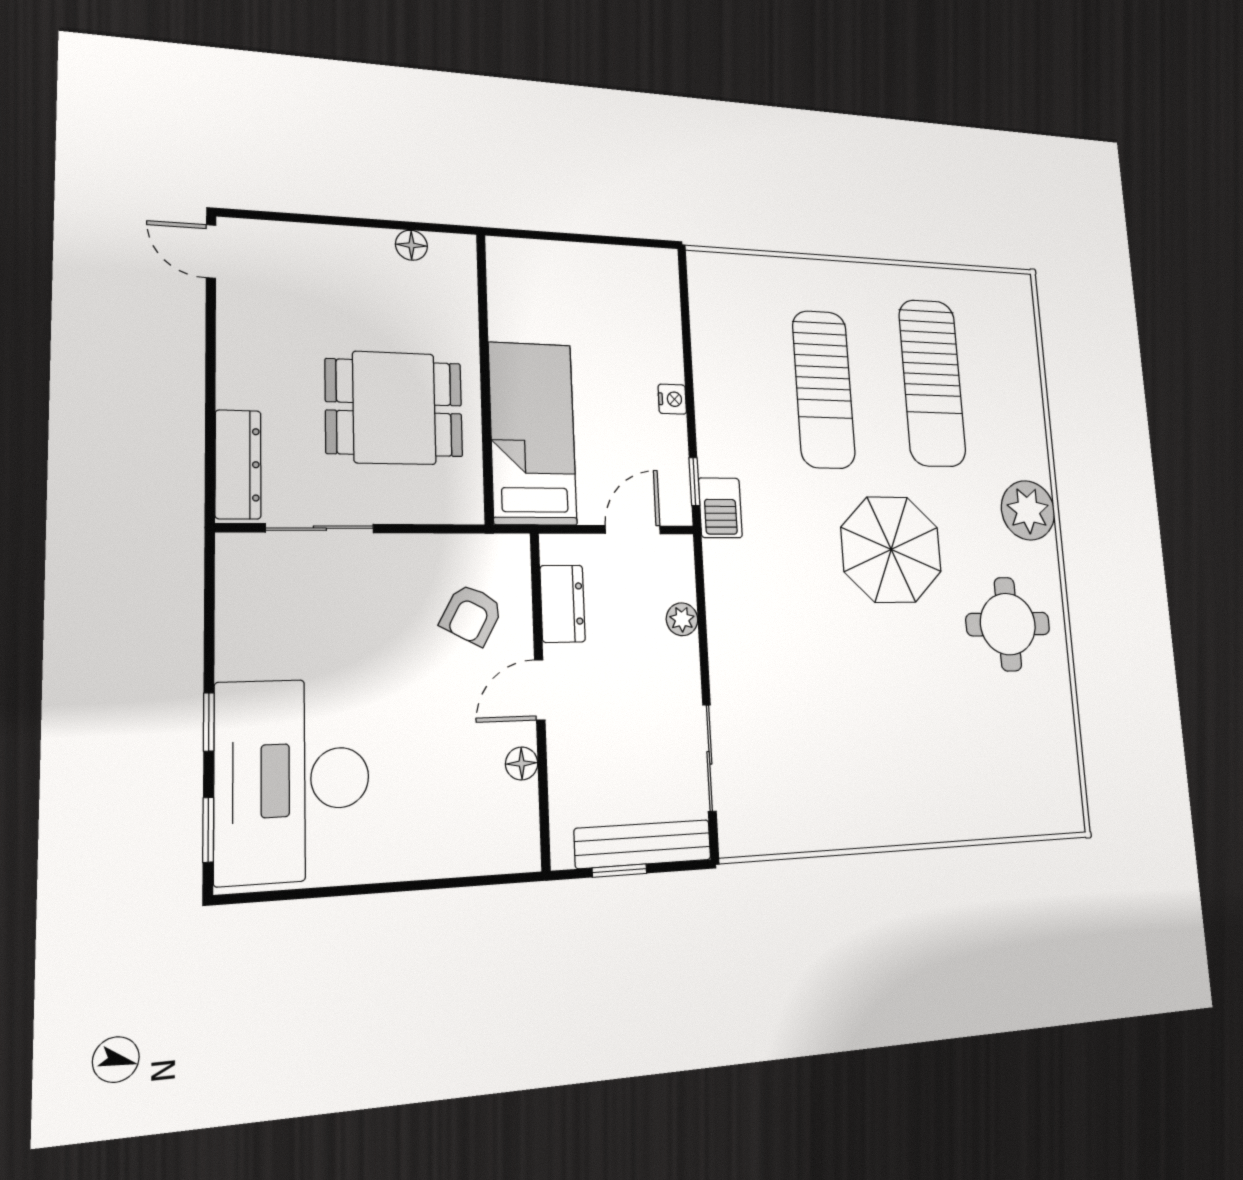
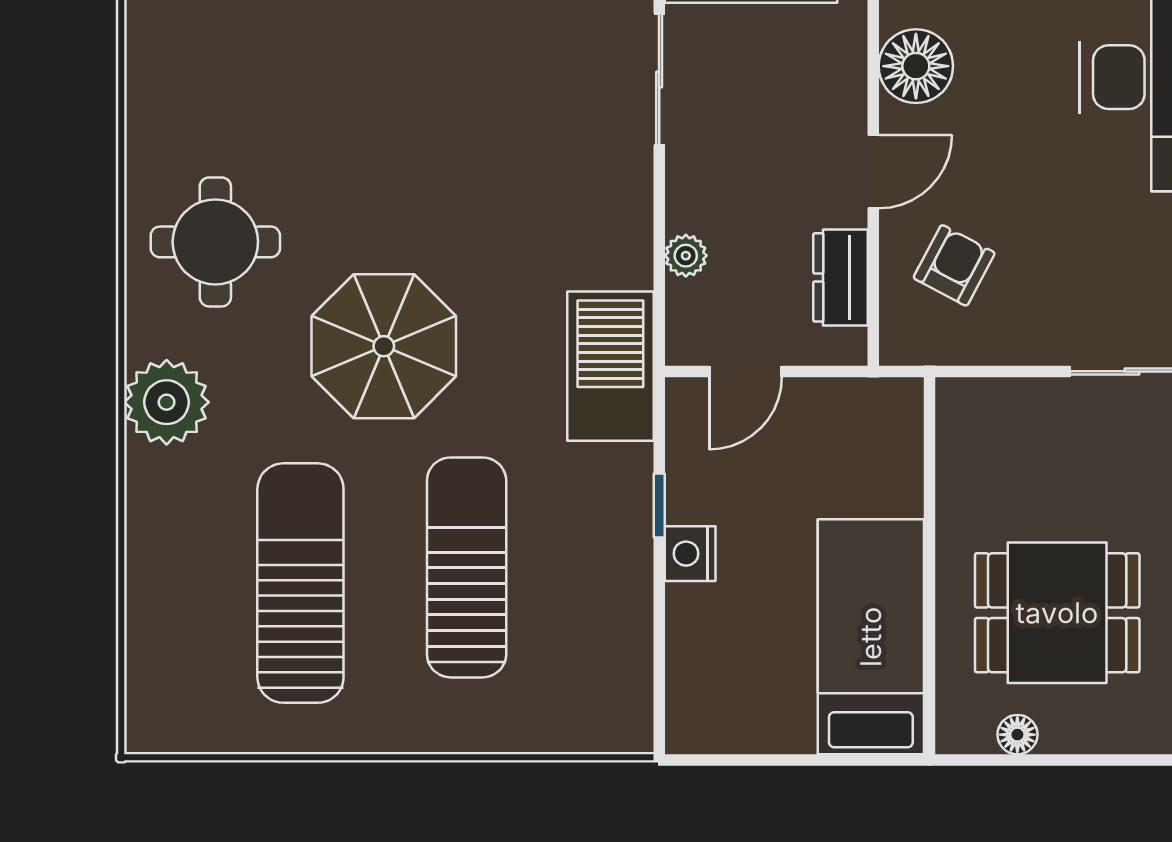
nightstand: (672, 399) -> (690, 554), width x1.39, depth x1.35
dining table: (394, 408) -> (1057, 613), moved
bed: (533, 433) -> (871, 637), moved, turned 180
window: (694, 482) -> (659, 505), moved
barbecue: (720, 508) -> (610, 366), width x1.88, depth x1.53
floor lamp: (522, 763) -> (916, 66), width x1.89, depth x1.89

